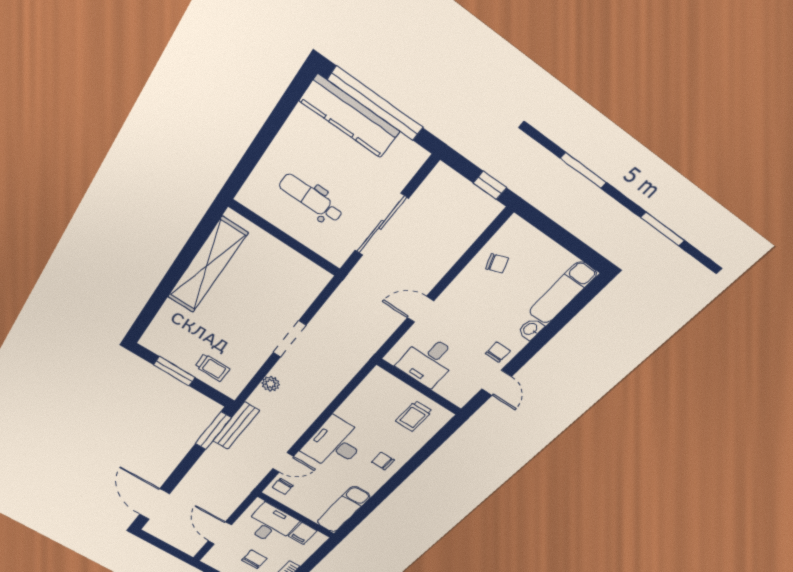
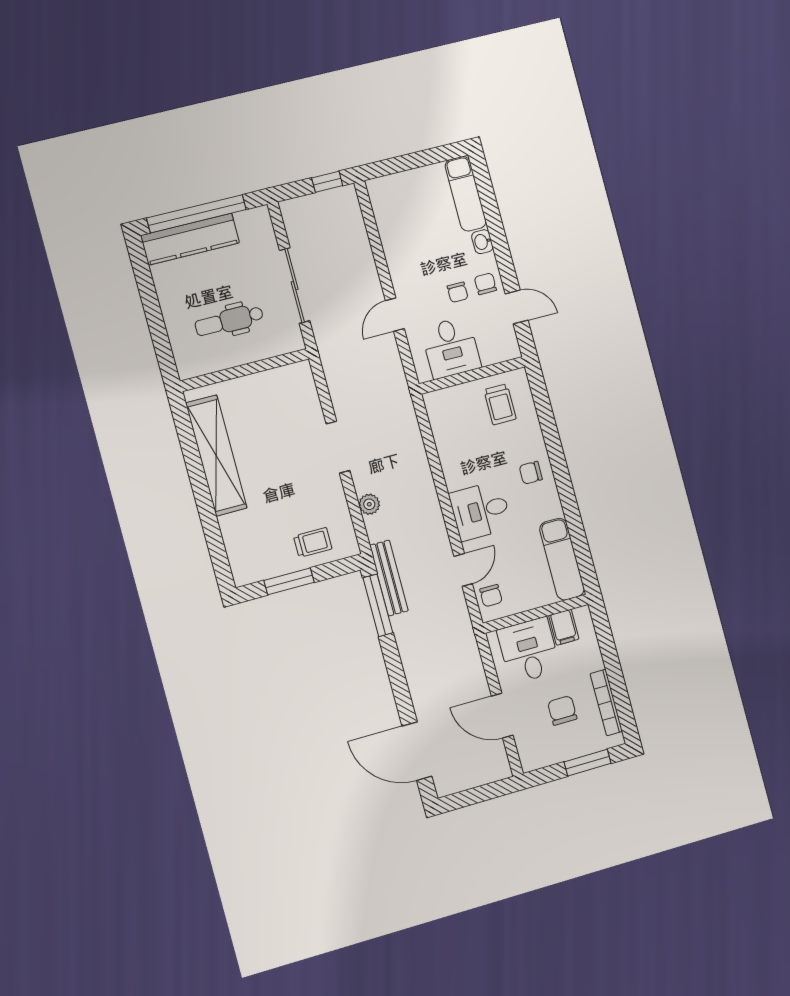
chair: (497, 263) -> (458, 292), moved, turned 111
desk: (335, 444) -> (480, 511), width x0.73

